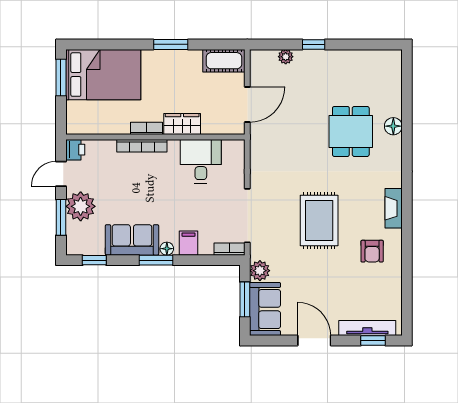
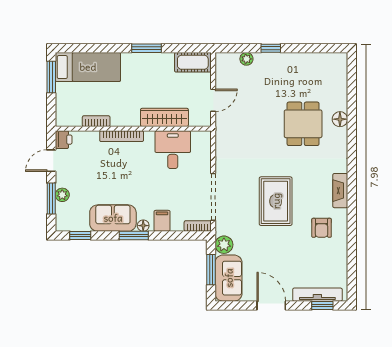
bed: (103, 75) -> (88, 67), width x0.67
door: (247, 104) -> (213, 100), width x0.73
wardrobe: (182, 124) -> (164, 117), width x1.50
bookcase: (147, 128) -> (96, 121), moved
plant: (81, 206) -> (62, 195), width x0.53, depth x0.53

